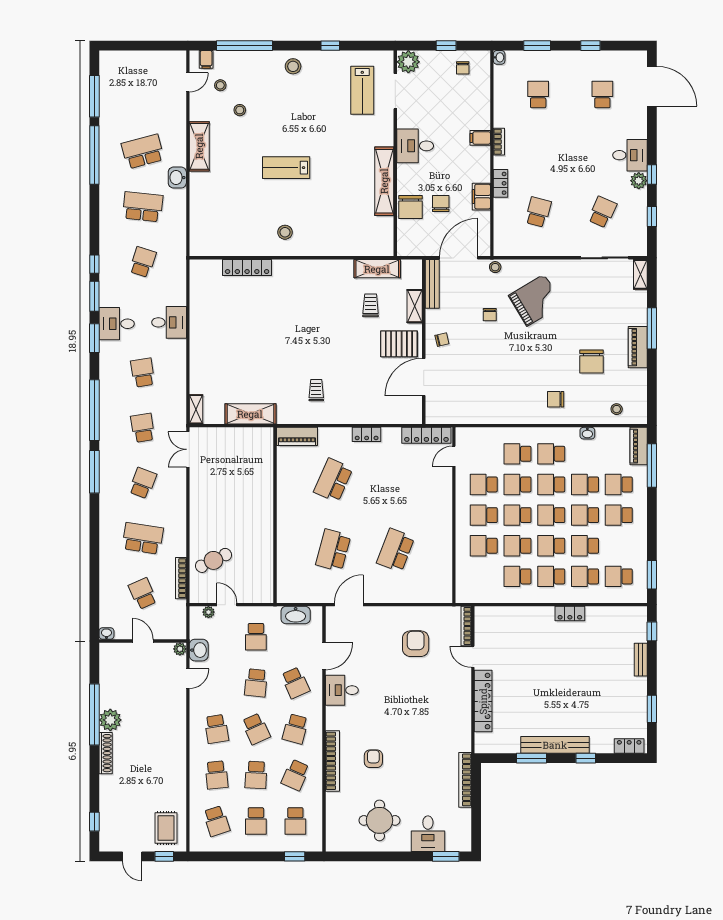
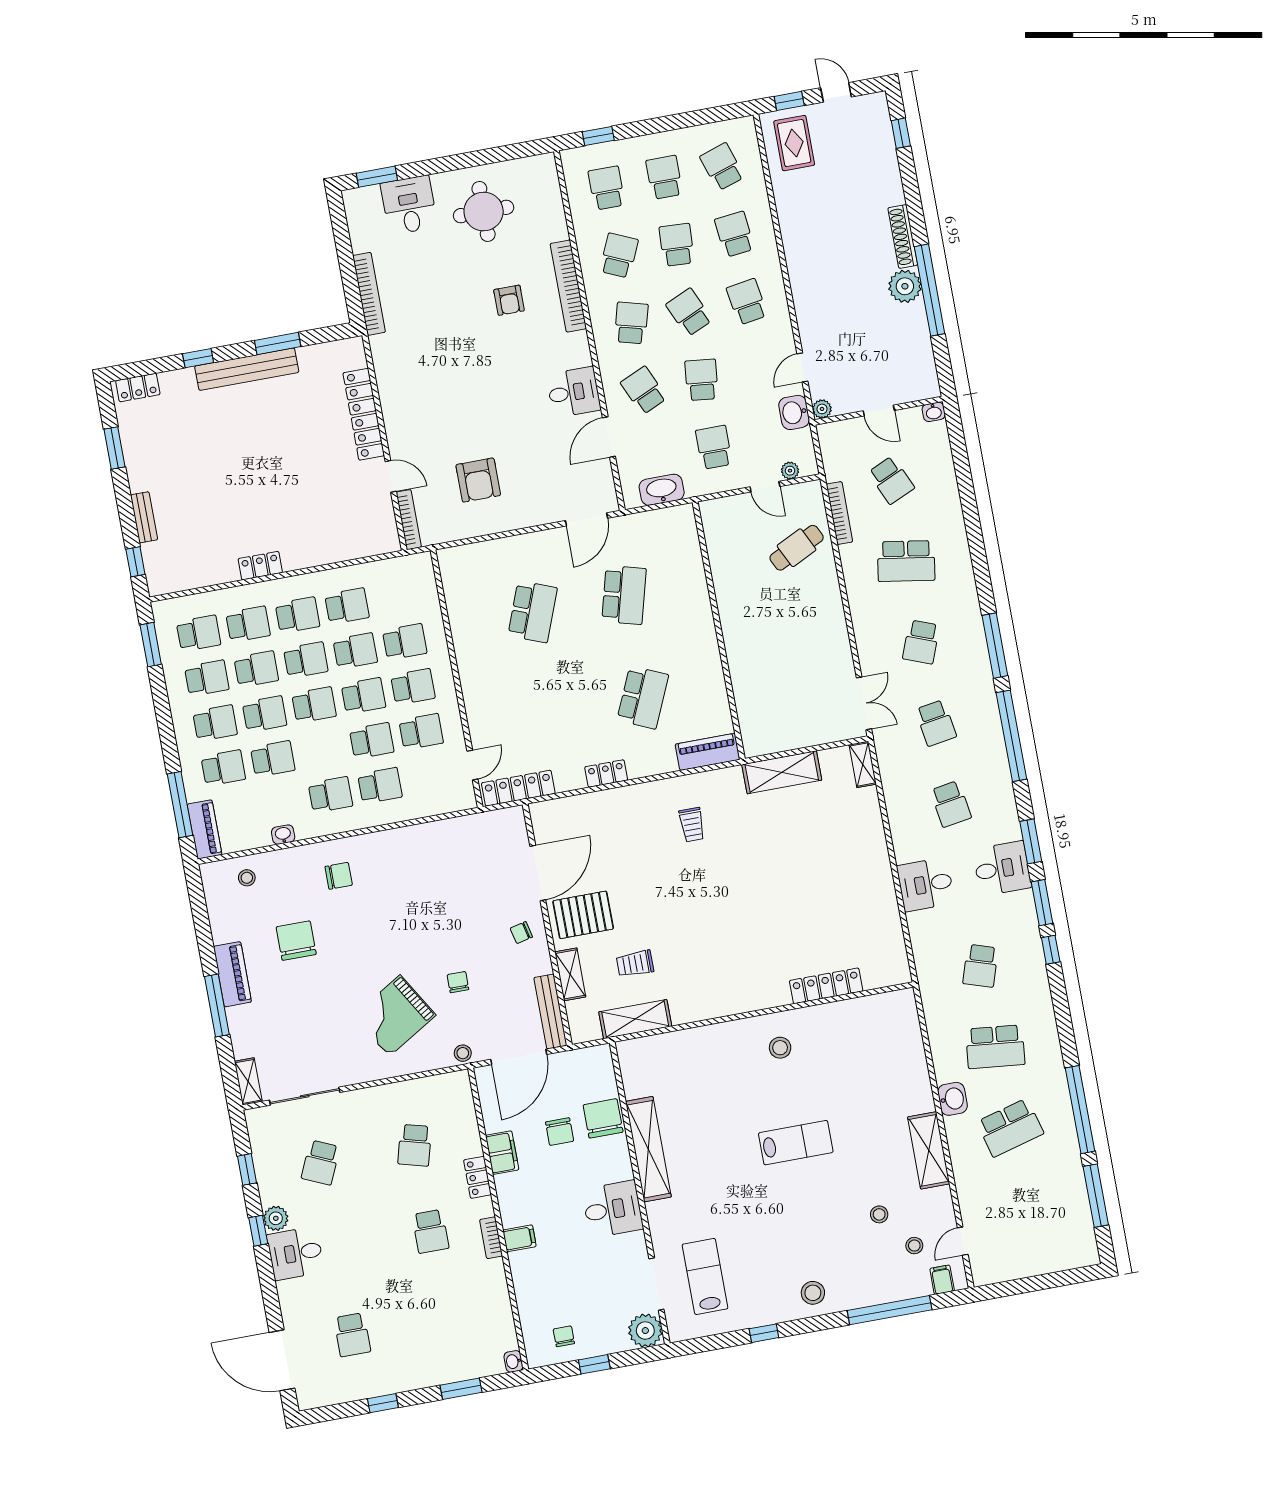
school desk: (538, 94) -> (430, 1231), moved
trolley: (371, 305) -> (635, 964), turned 90
school desk: (551, 484) -> (207, 678), moved

